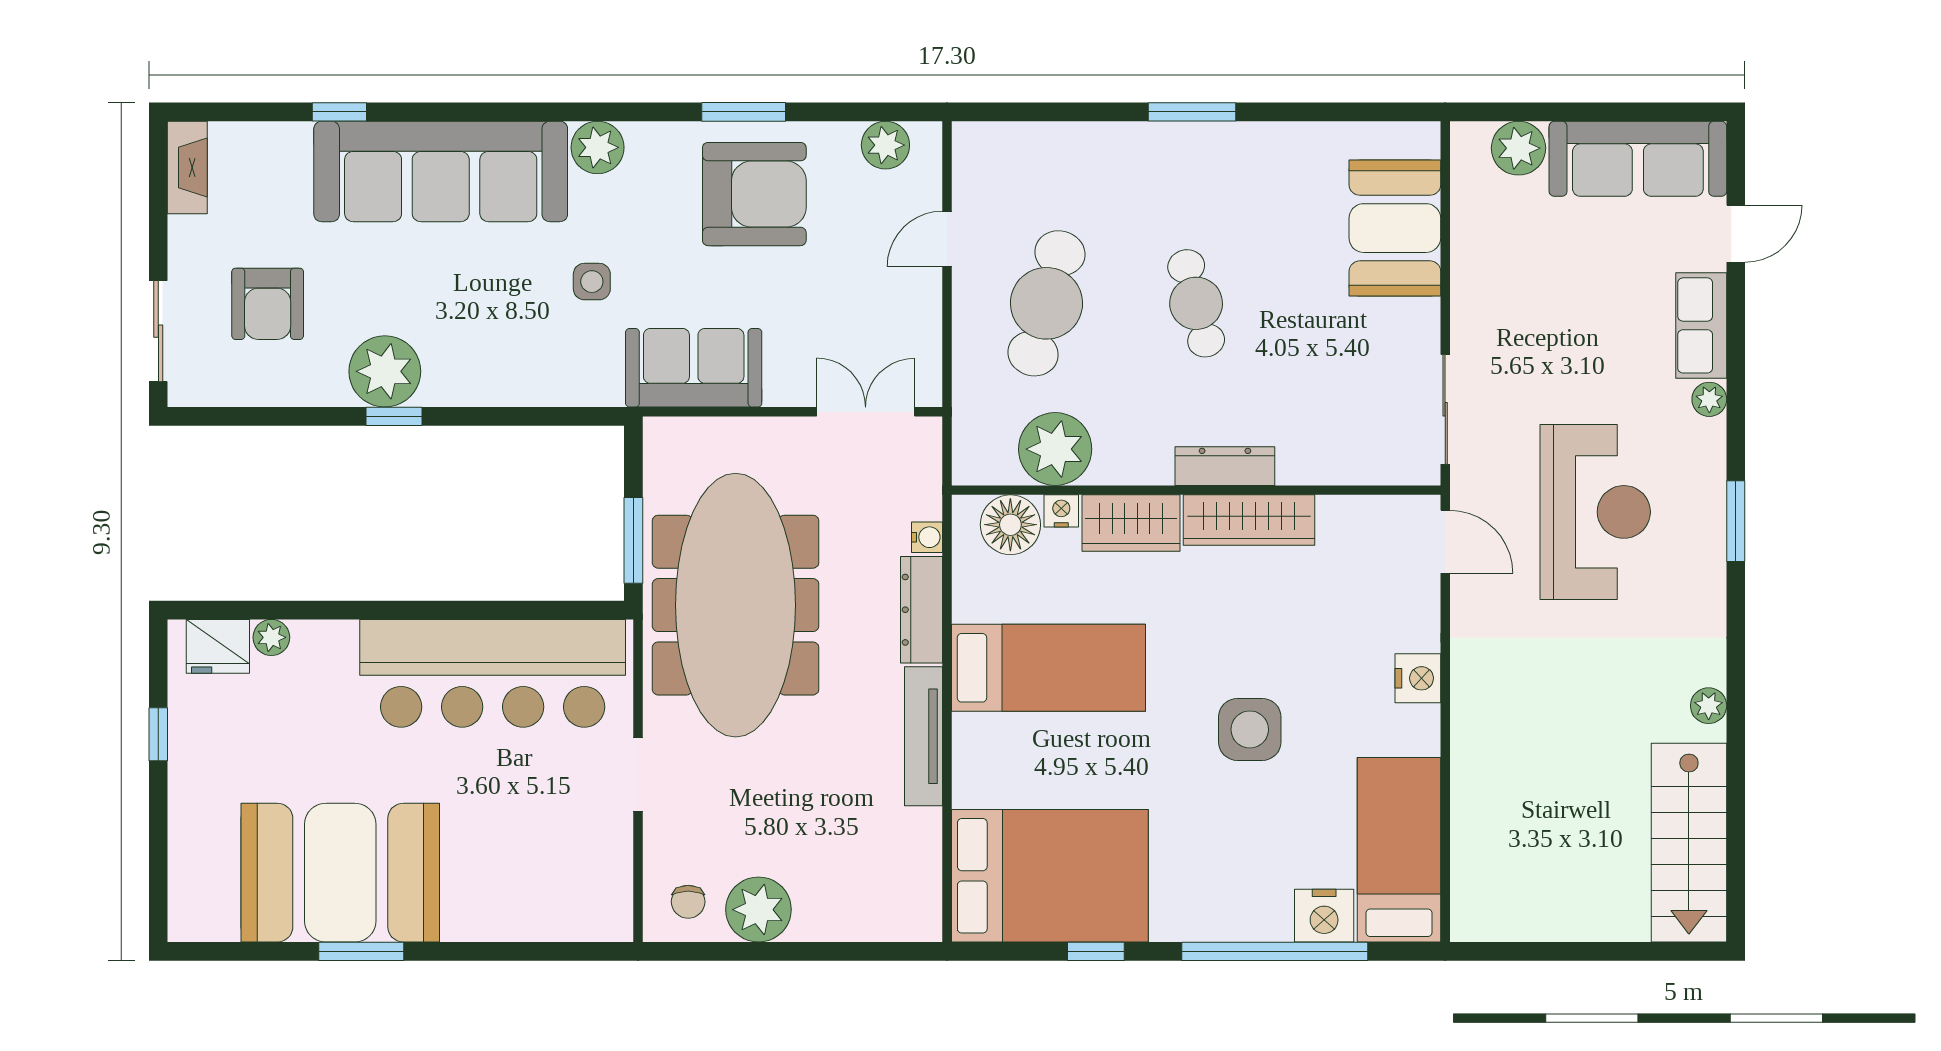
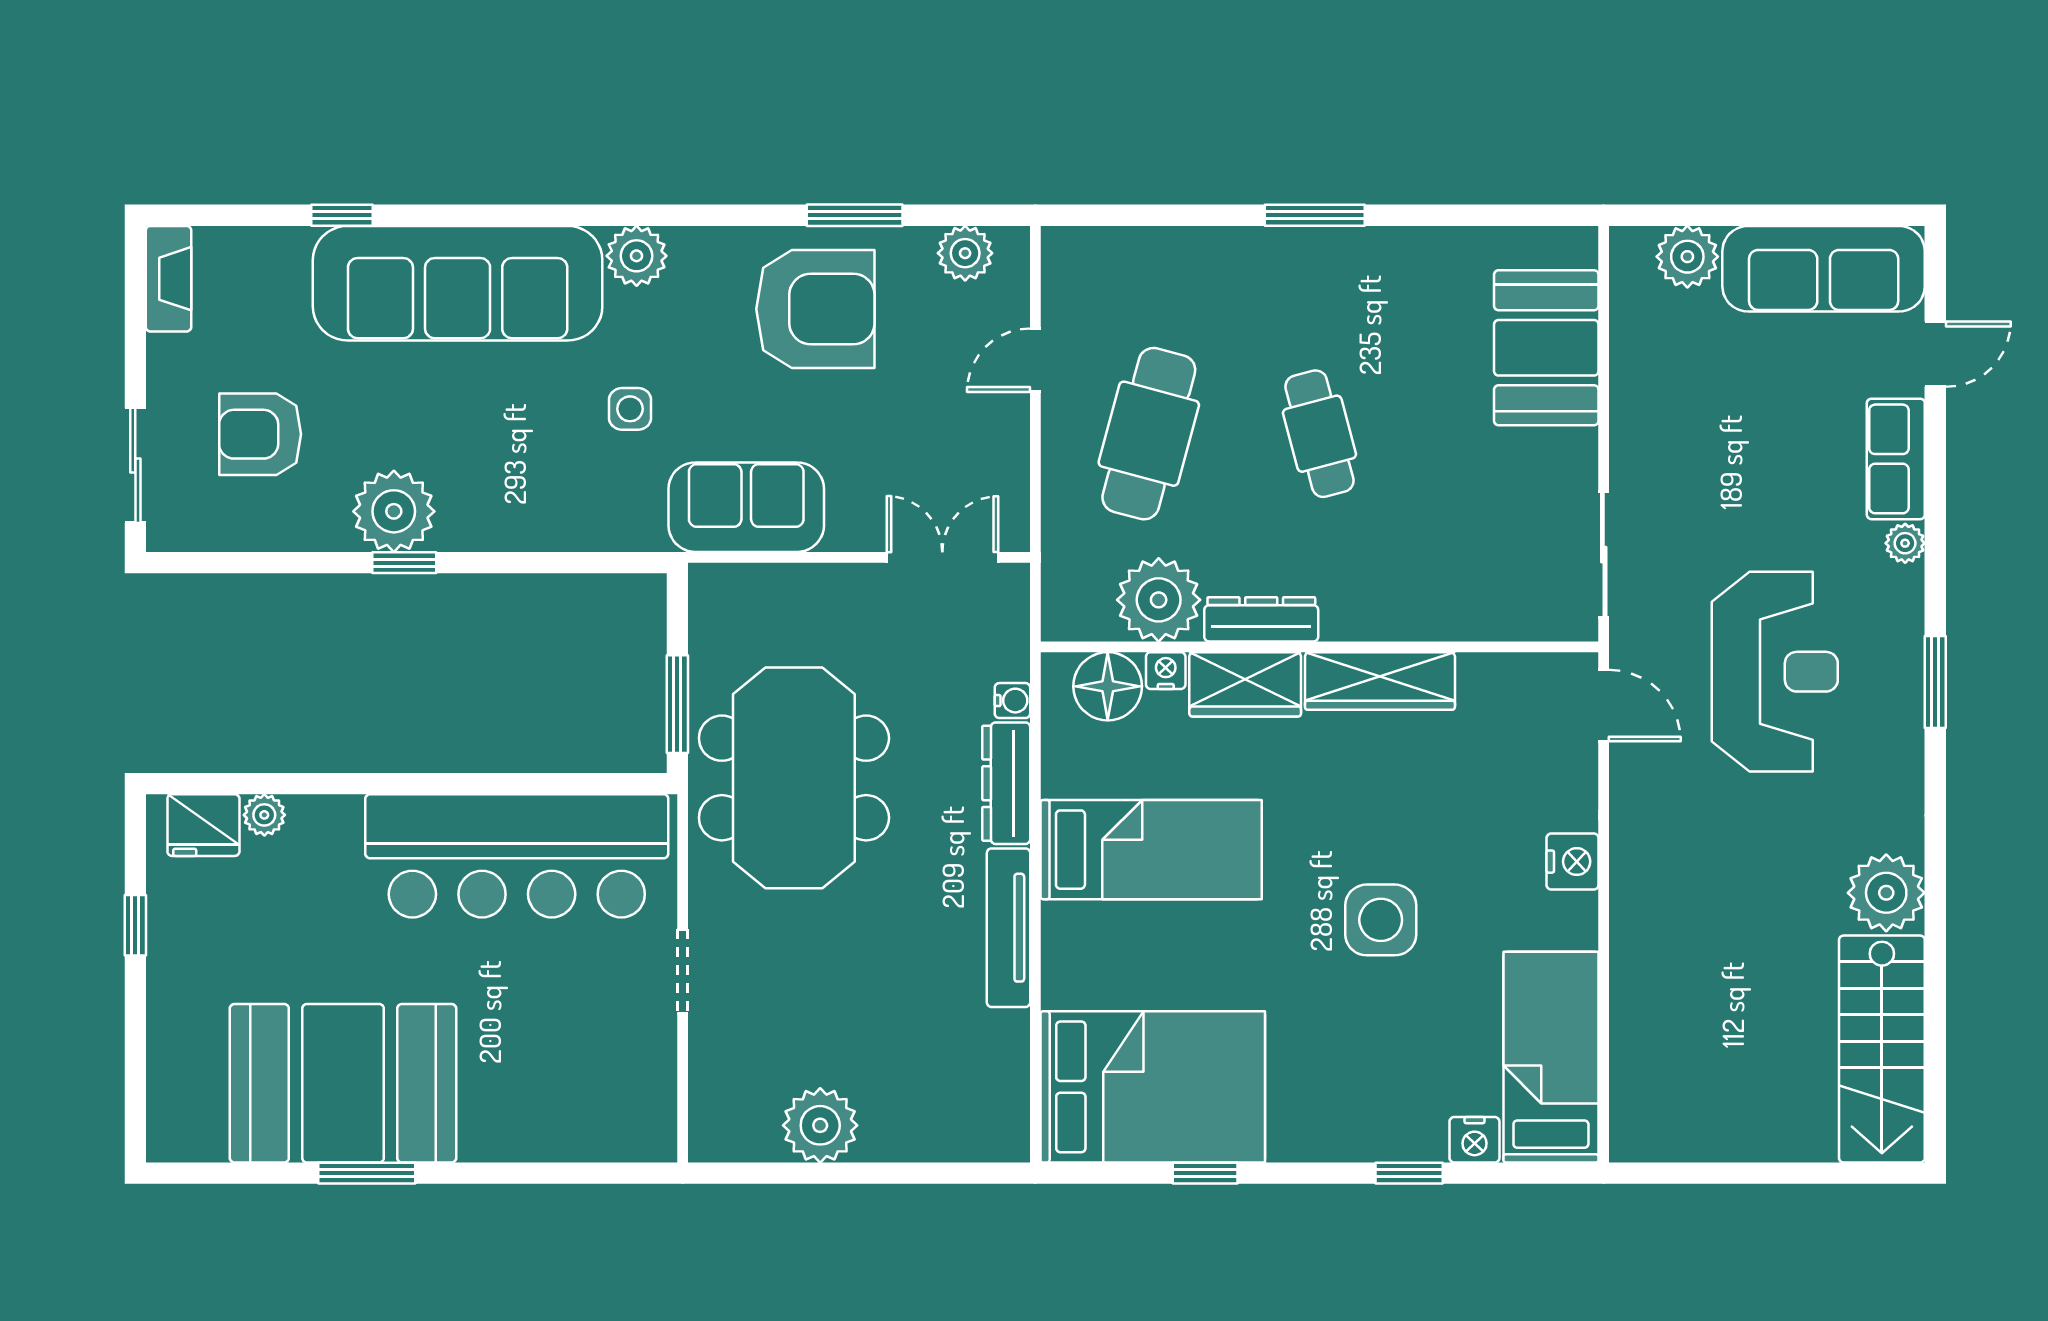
window: (744, 112) -> (855, 215), moved
armchair: (268, 304) -> (260, 434), turned 90
dresser: (1225, 466) -> (1261, 619), moved
meeting table: (736, 605) -> (794, 778), width x0.73
plant: (1709, 706) -> (1886, 893), width x1.88, depth x1.88
chair: (688, 902) -> (740, 1116), removed
nightstand: (1324, 916) -> (1474, 1140), width x0.74, depth x0.75
window: (1275, 951) -> (1409, 1173), width x0.32

